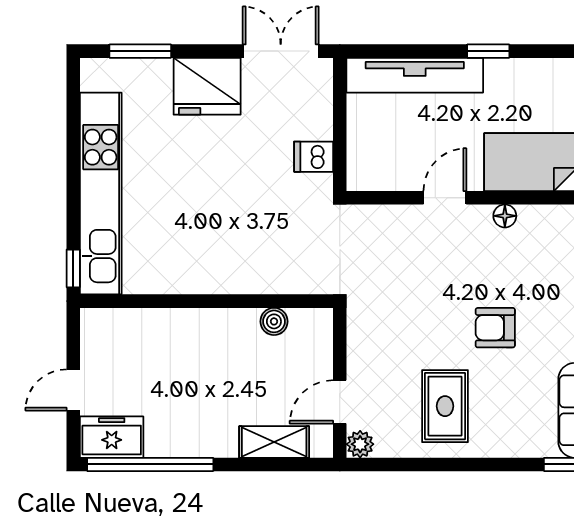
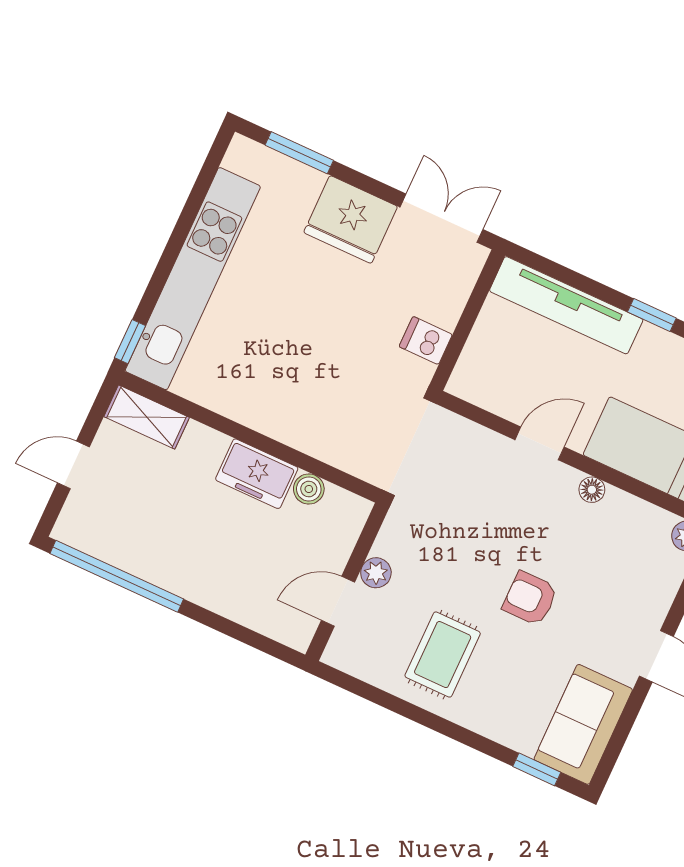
freezer: (112, 437) -> (257, 474), moved, turned 180
shelving: (274, 442) -> (147, 417), moved
plant: (360, 444) -> (376, 573), moved

